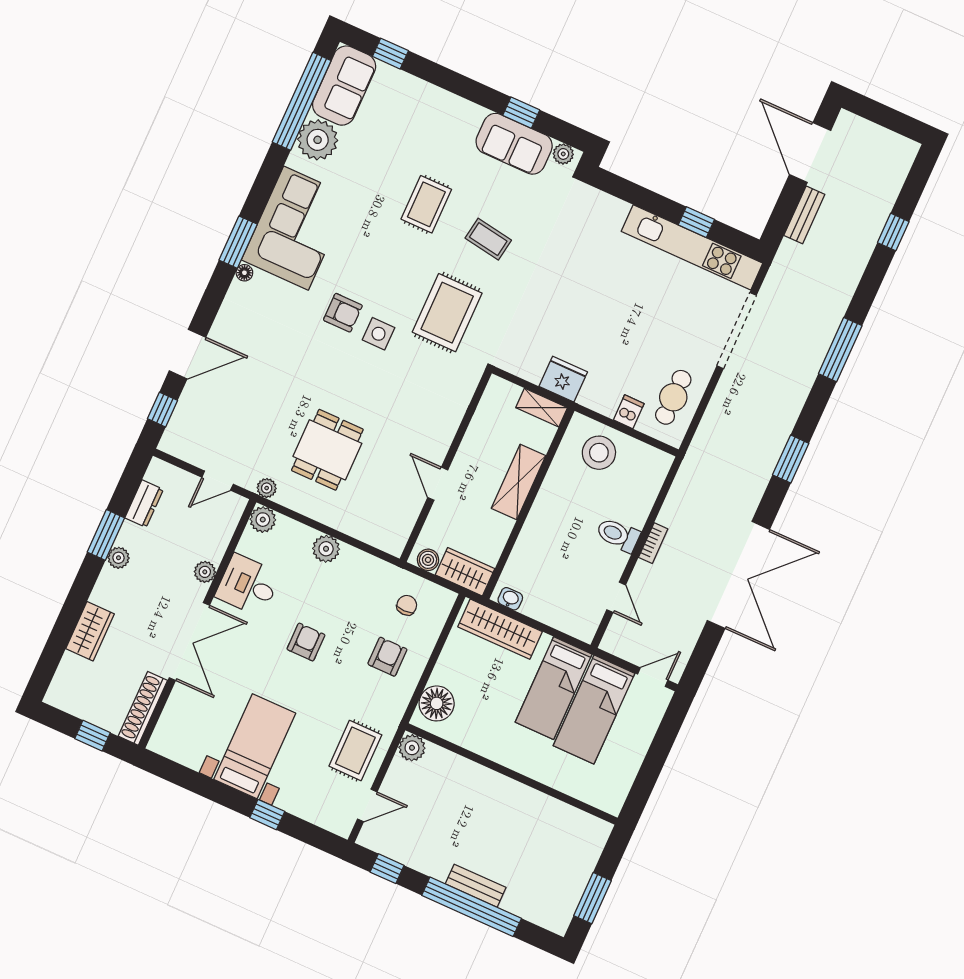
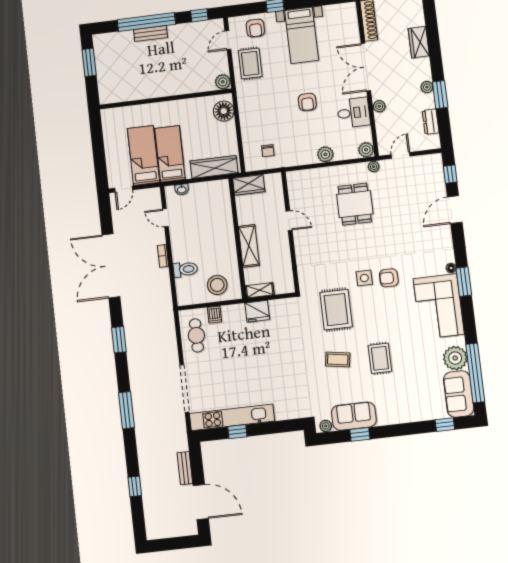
toilet: (618, 535) -> (185, 269), moved
boiler: (428, 560) -> (271, 180), removed
washbasin: (510, 599) -> (182, 190), moved
armchair: (387, 657) -> (255, 28), moved

